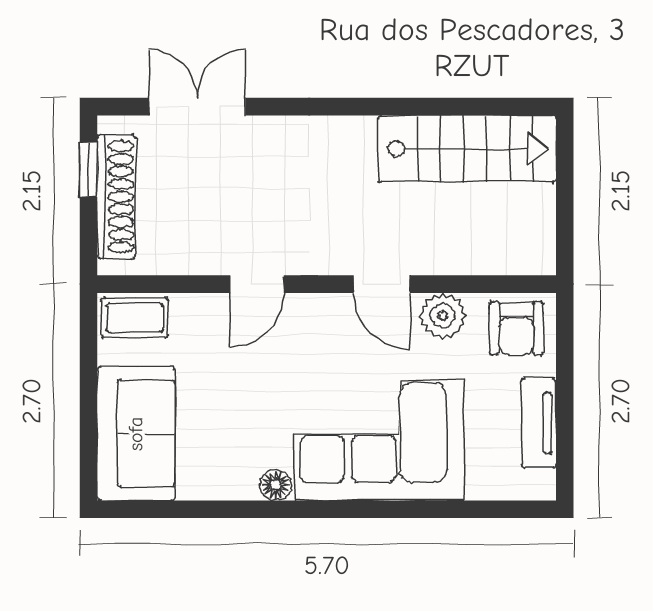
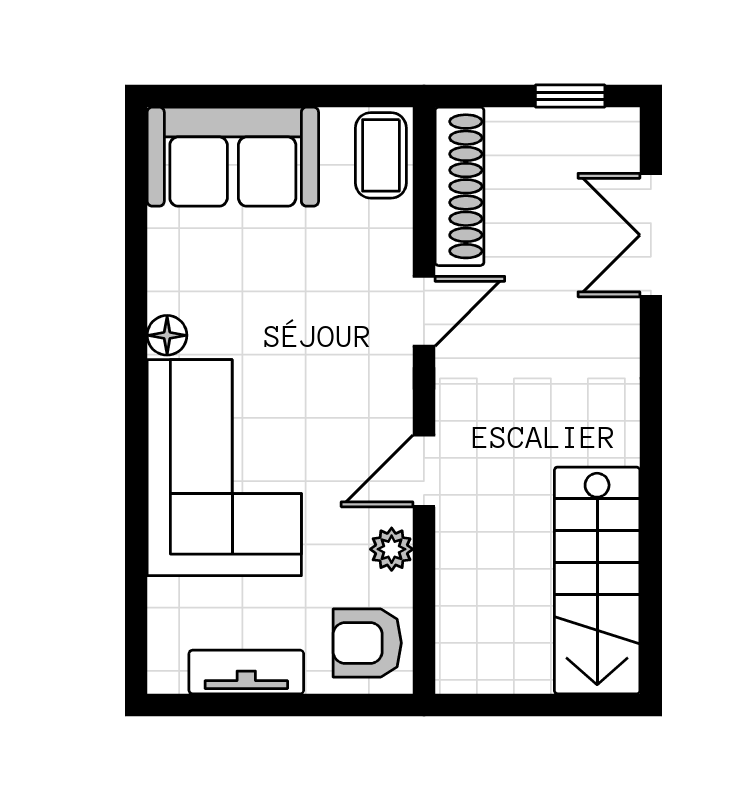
double door: (197, 107) -> (651, 235), swing flipped
shoe rack: (116, 197) -> (459, 186), moved, turned -90
door: (257, 284) -> (424, 311), swing flipped
plant: (443, 316) -> (392, 549), width x0.73, depth x0.73

